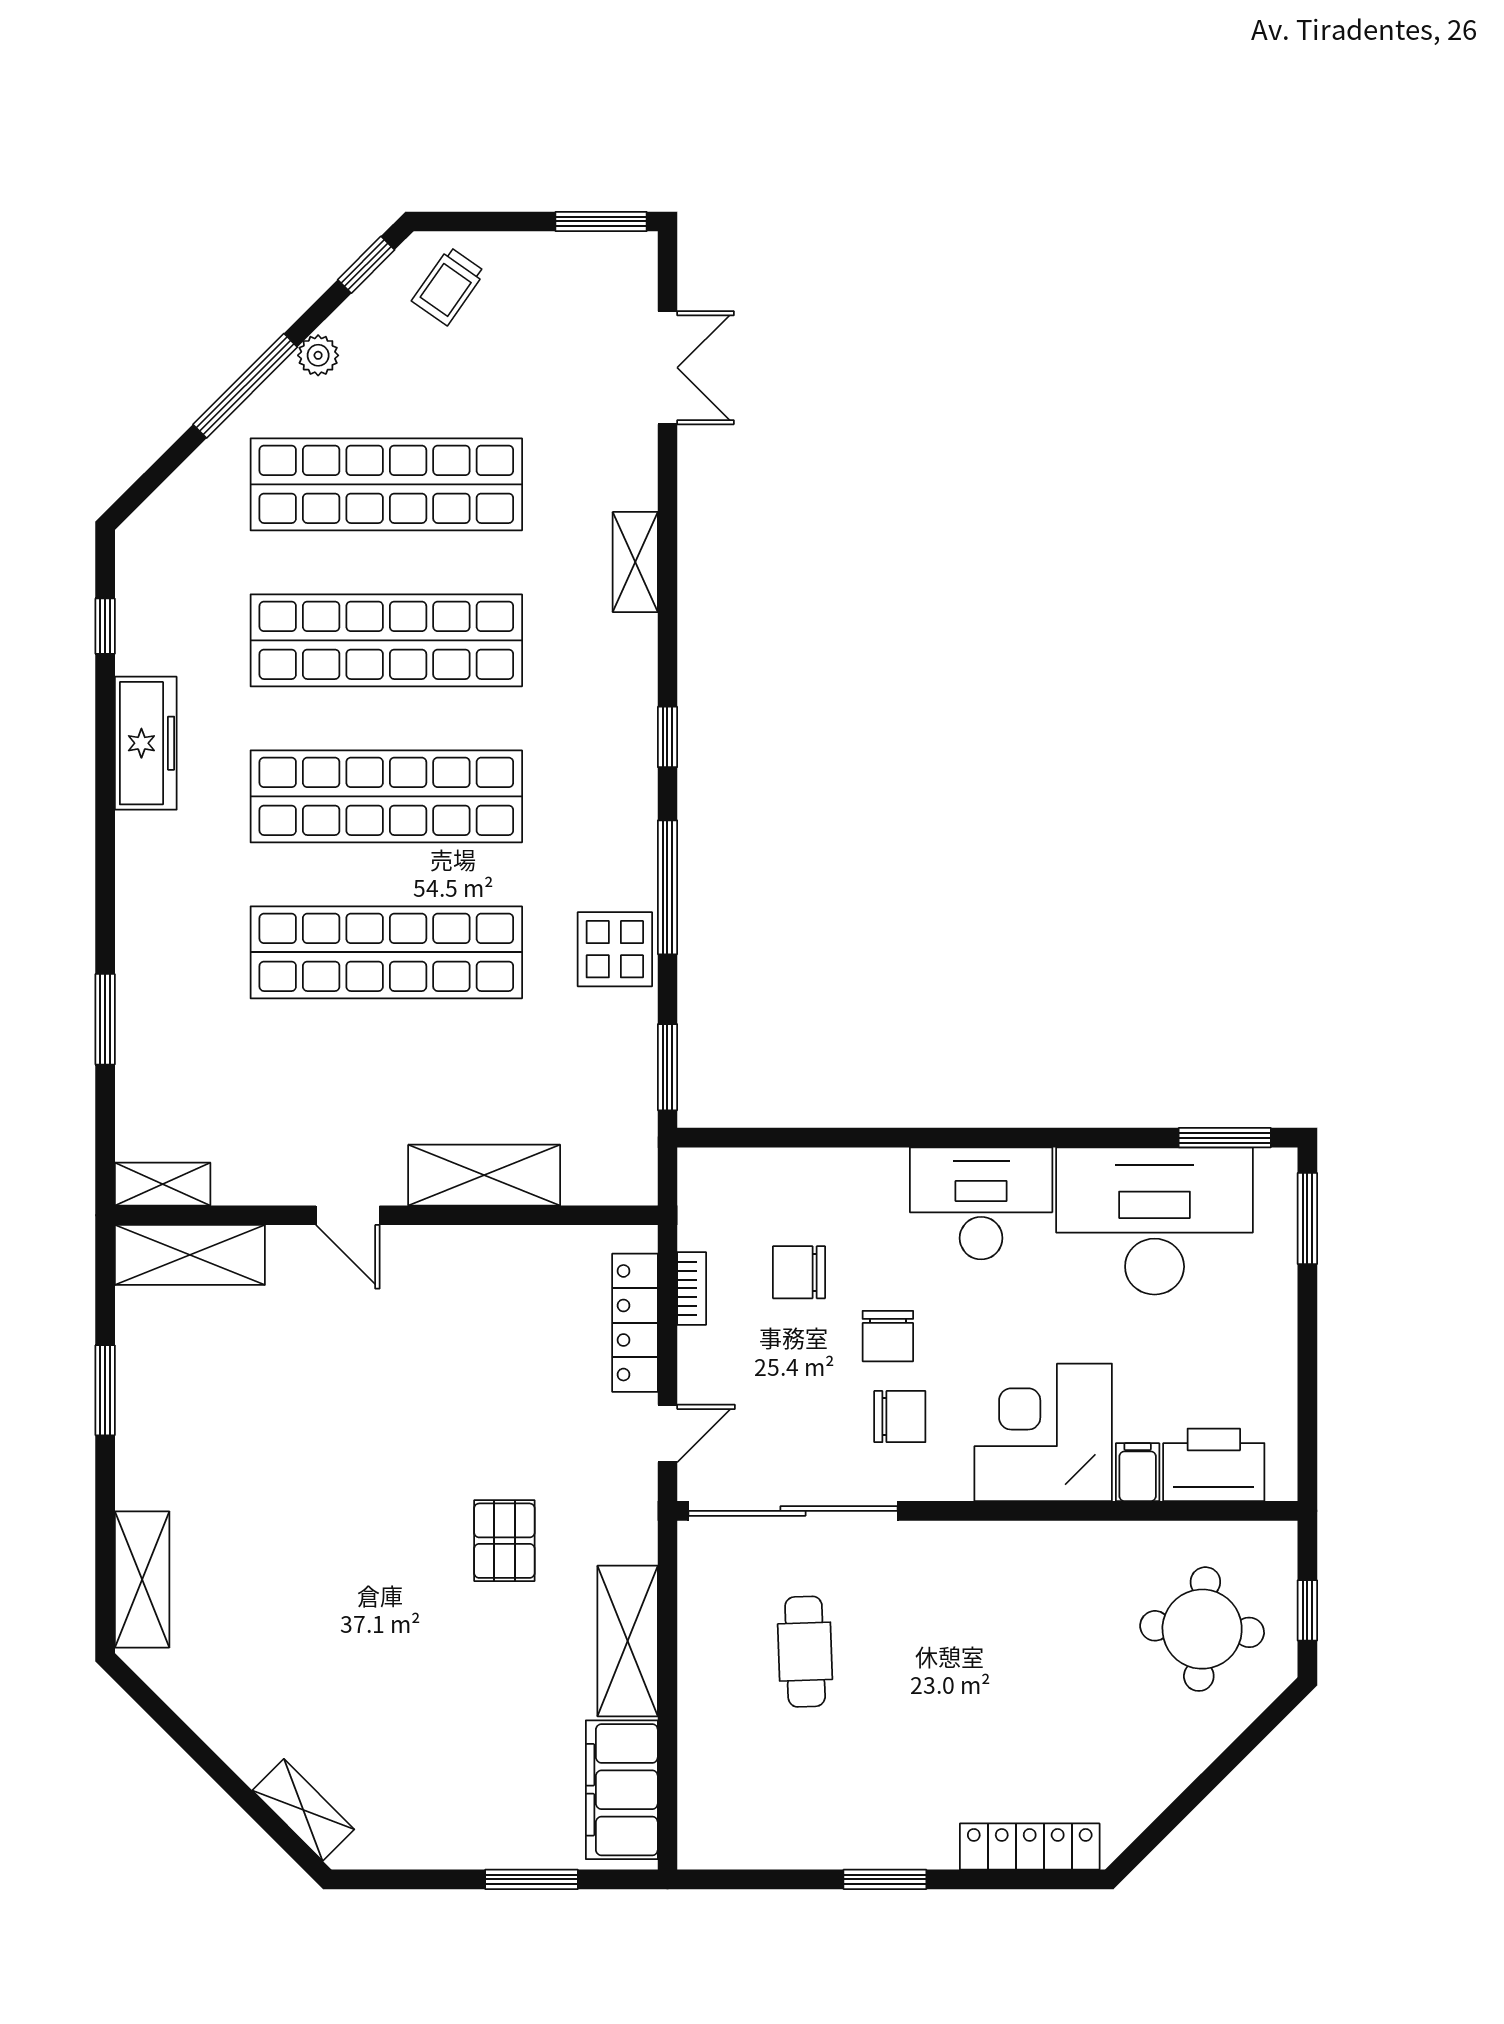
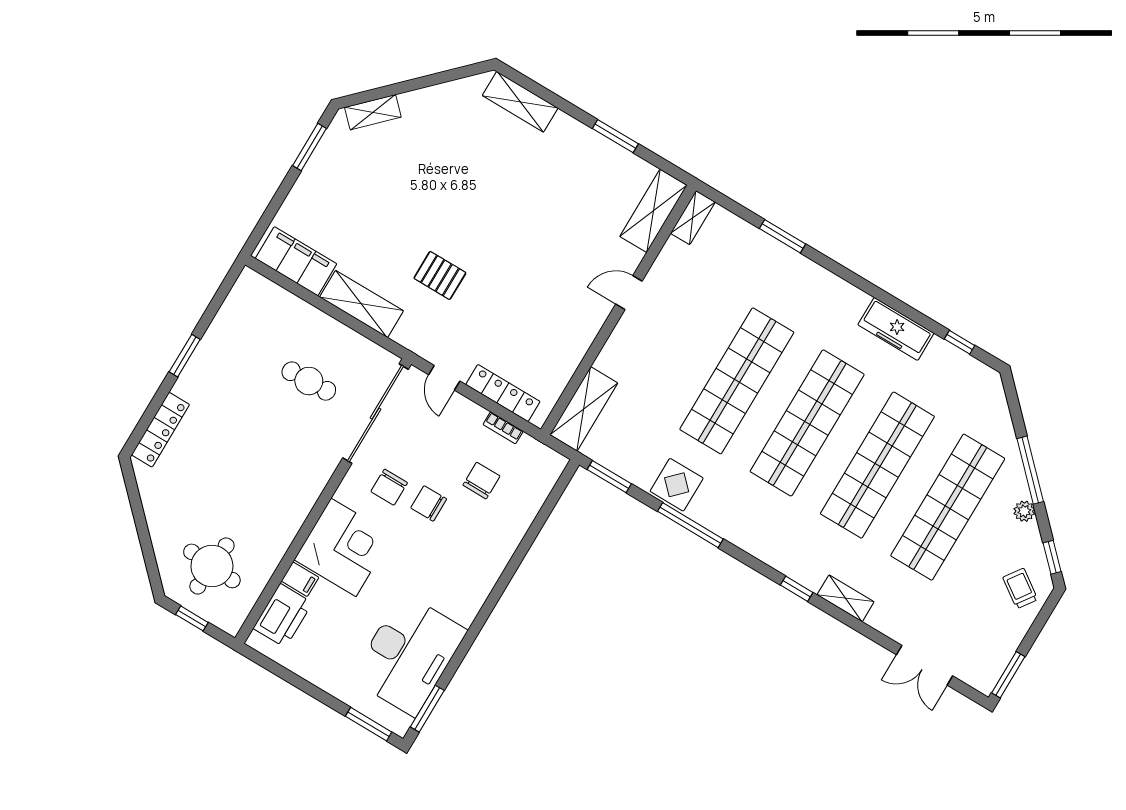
window: (667, 737) -> (797, 589), moved
shelving: (484, 1175) -> (584, 409), moved
desk: (981, 1203) -> (463, 581), removed
window: (532, 1879) -> (310, 147), moved

